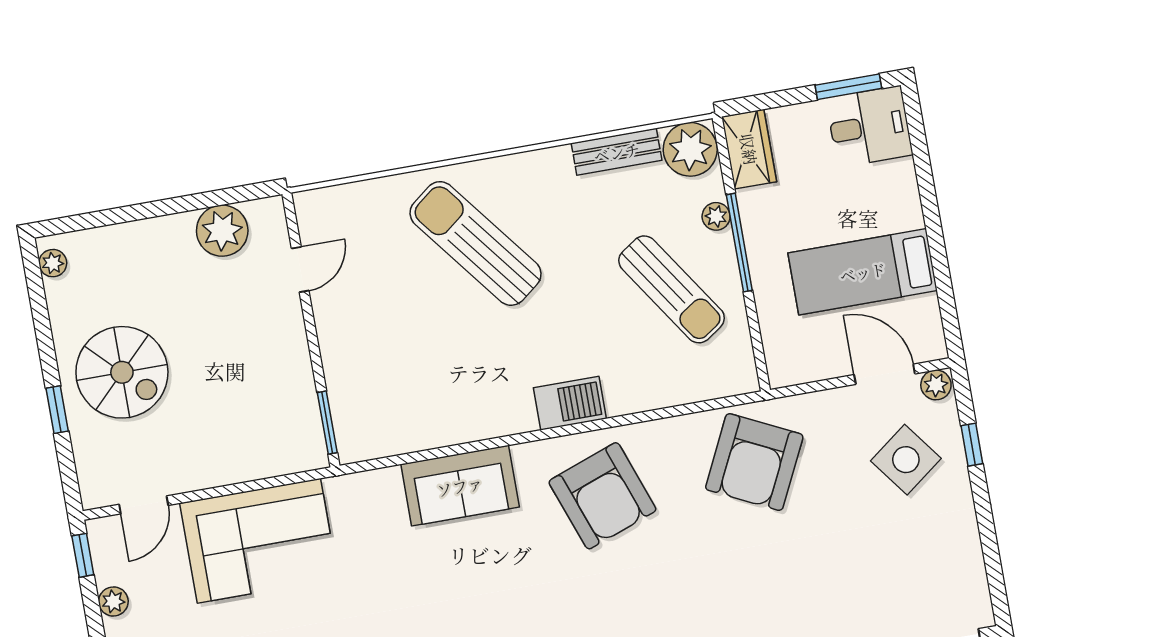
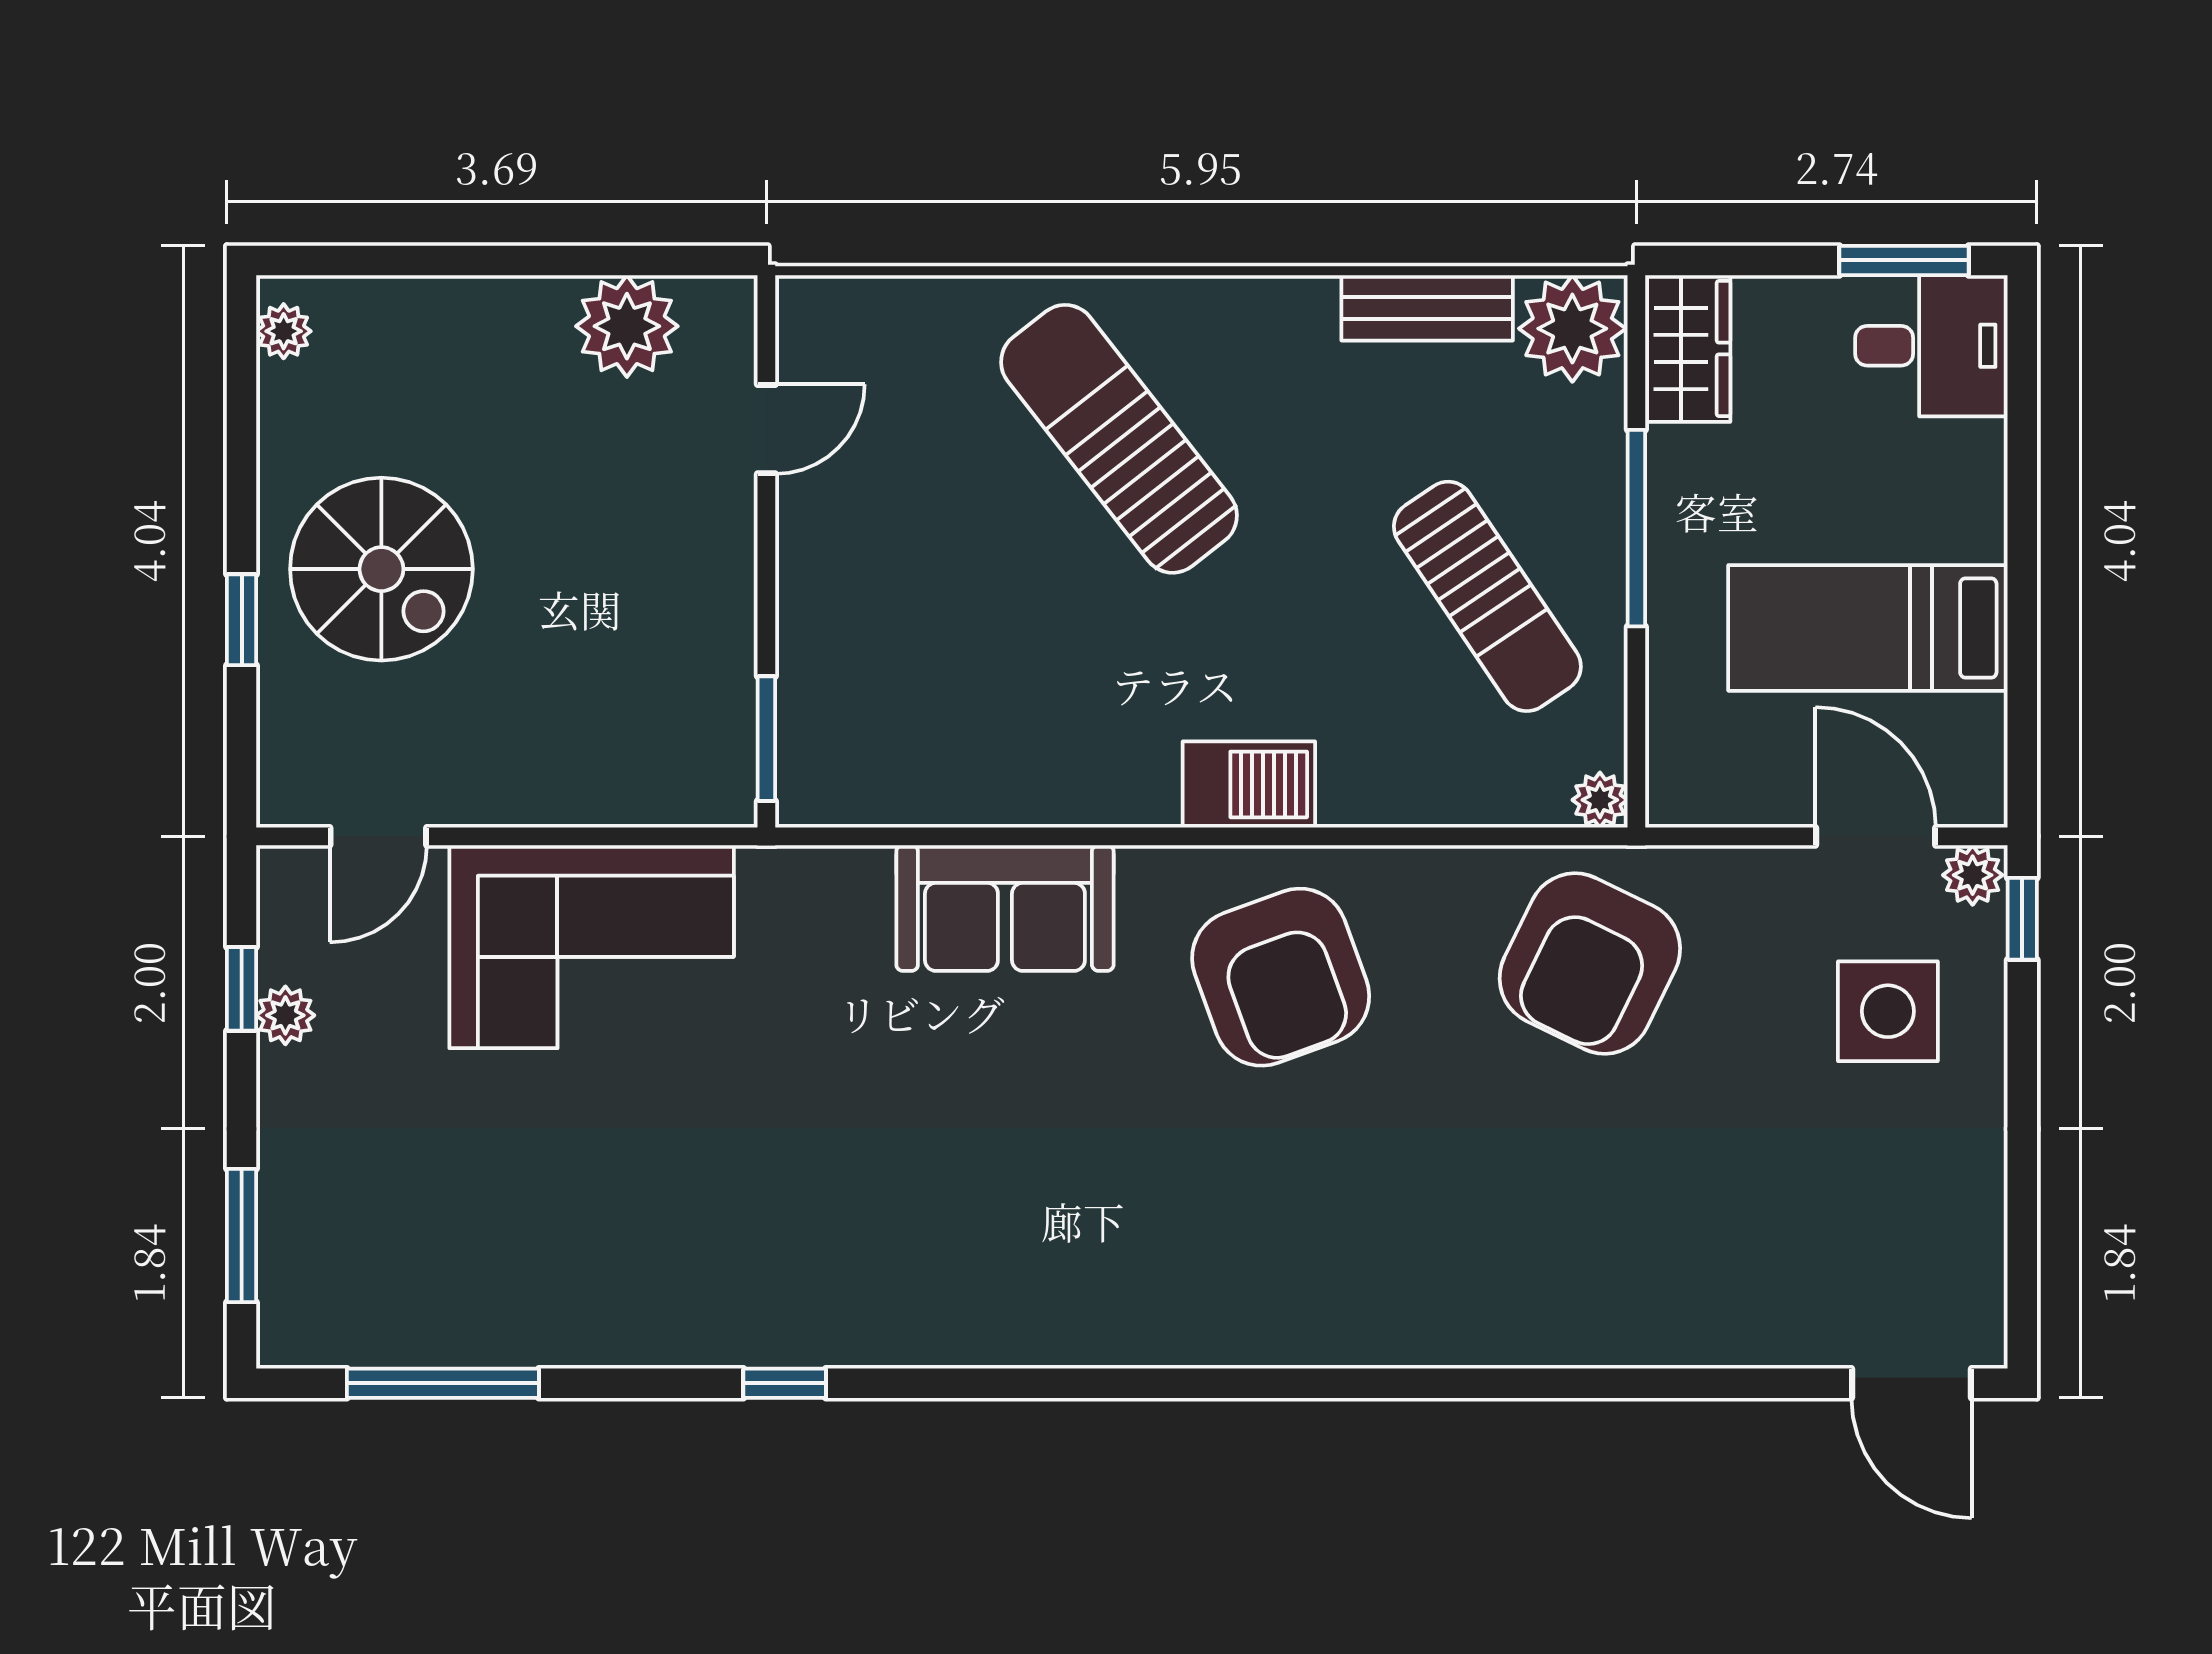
plant: (716, 216) -> (1600, 800), moved
window: (972, 445) -> (2022, 919), moved
side table: (906, 460) -> (1888, 1011), turned 37
window: (83, 555) -> (242, 989), moved

